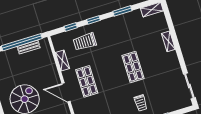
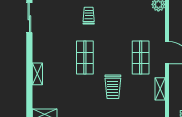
trolley: (85, 42) -> (113, 87), moved, turned 90

